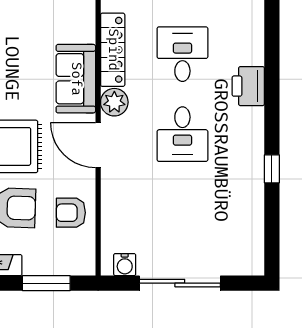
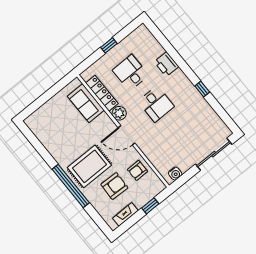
sofa: (76, 79) -> (86, 103), moved
window: (46, 283) -> (150, 206), width x0.67
sliding door: (180, 283) -> (214, 154), moved

